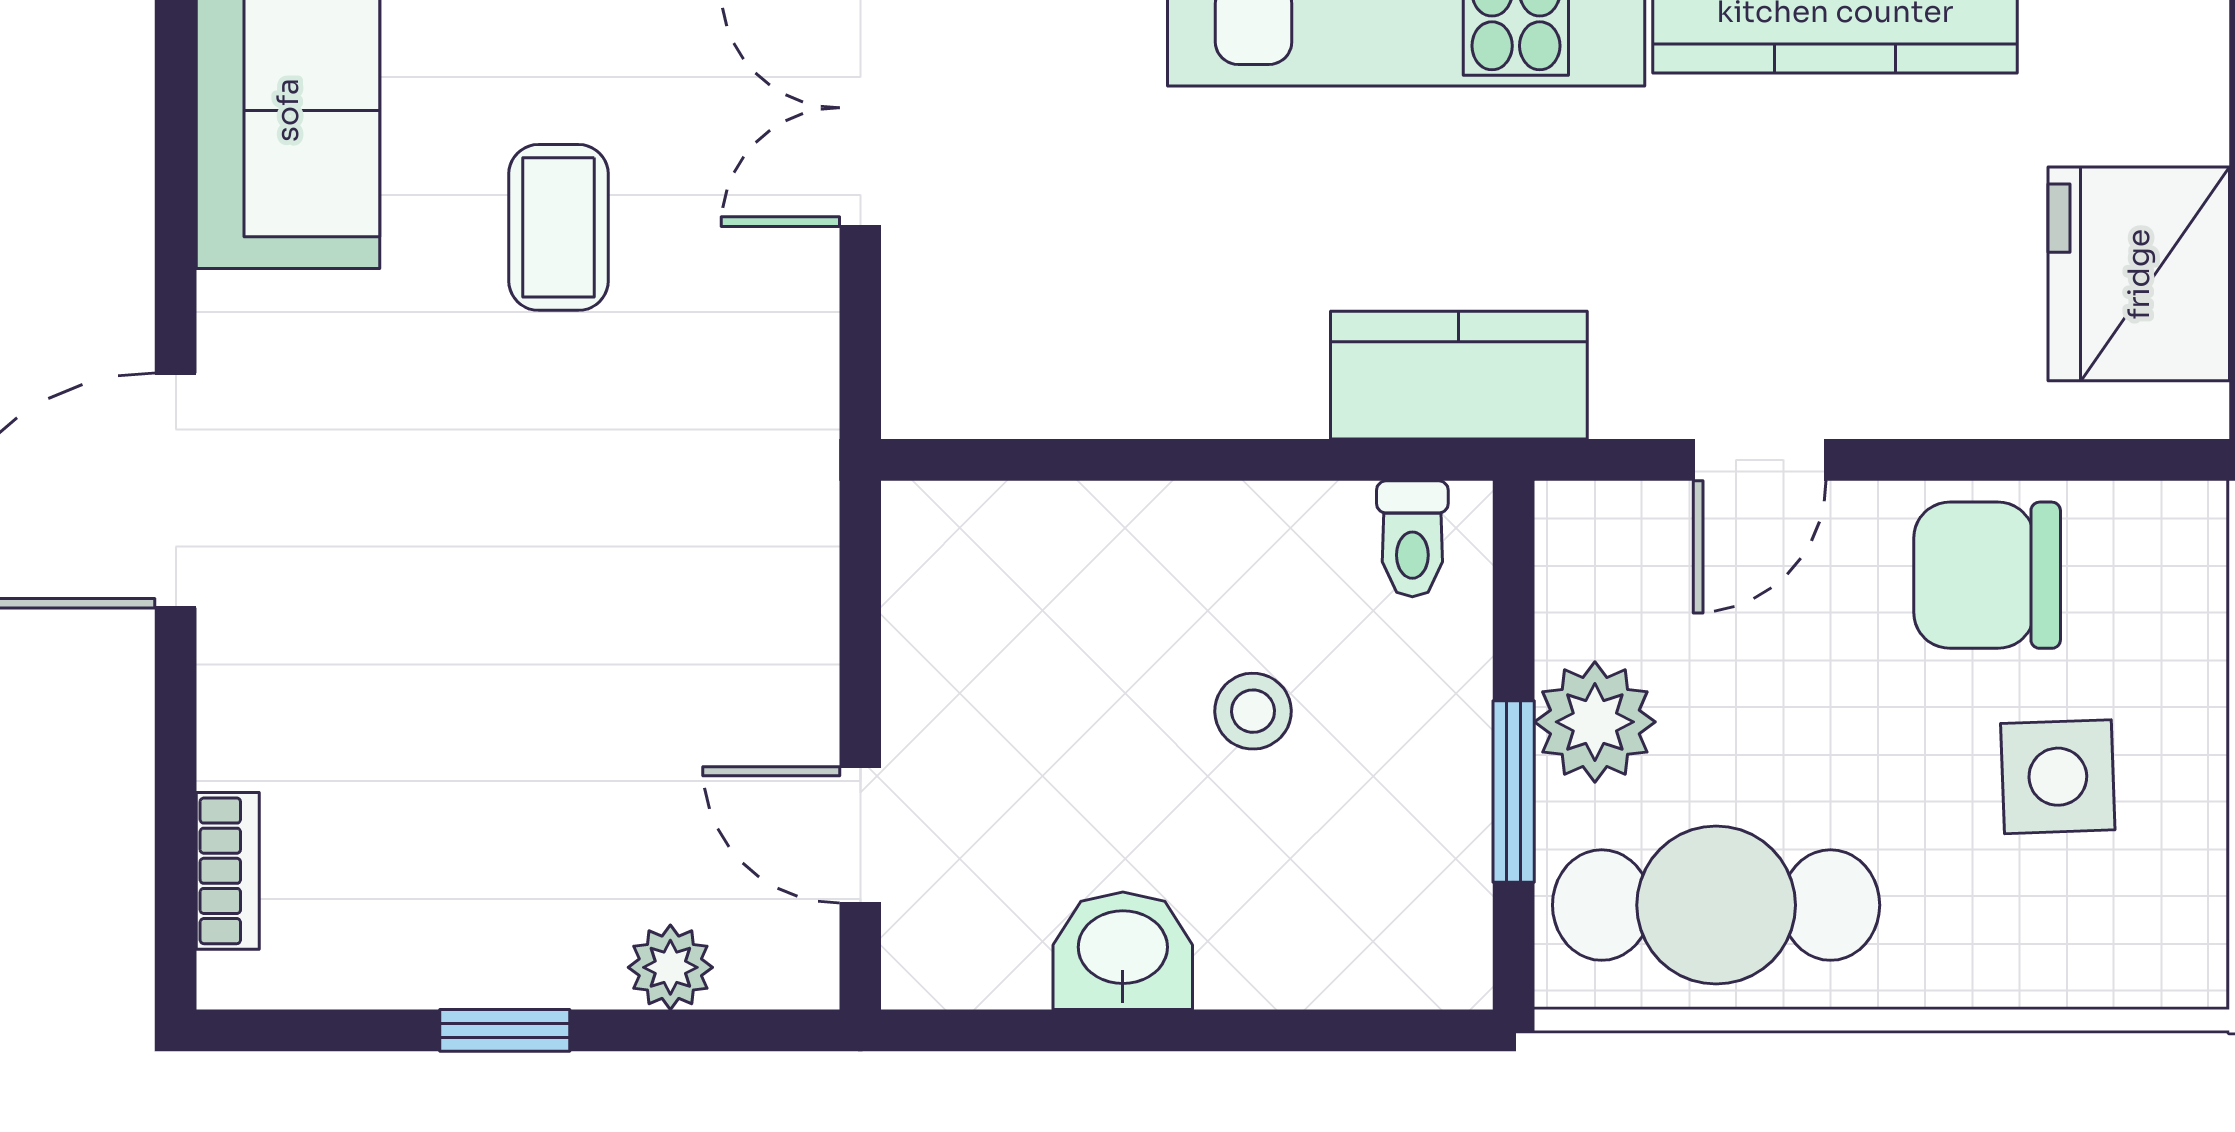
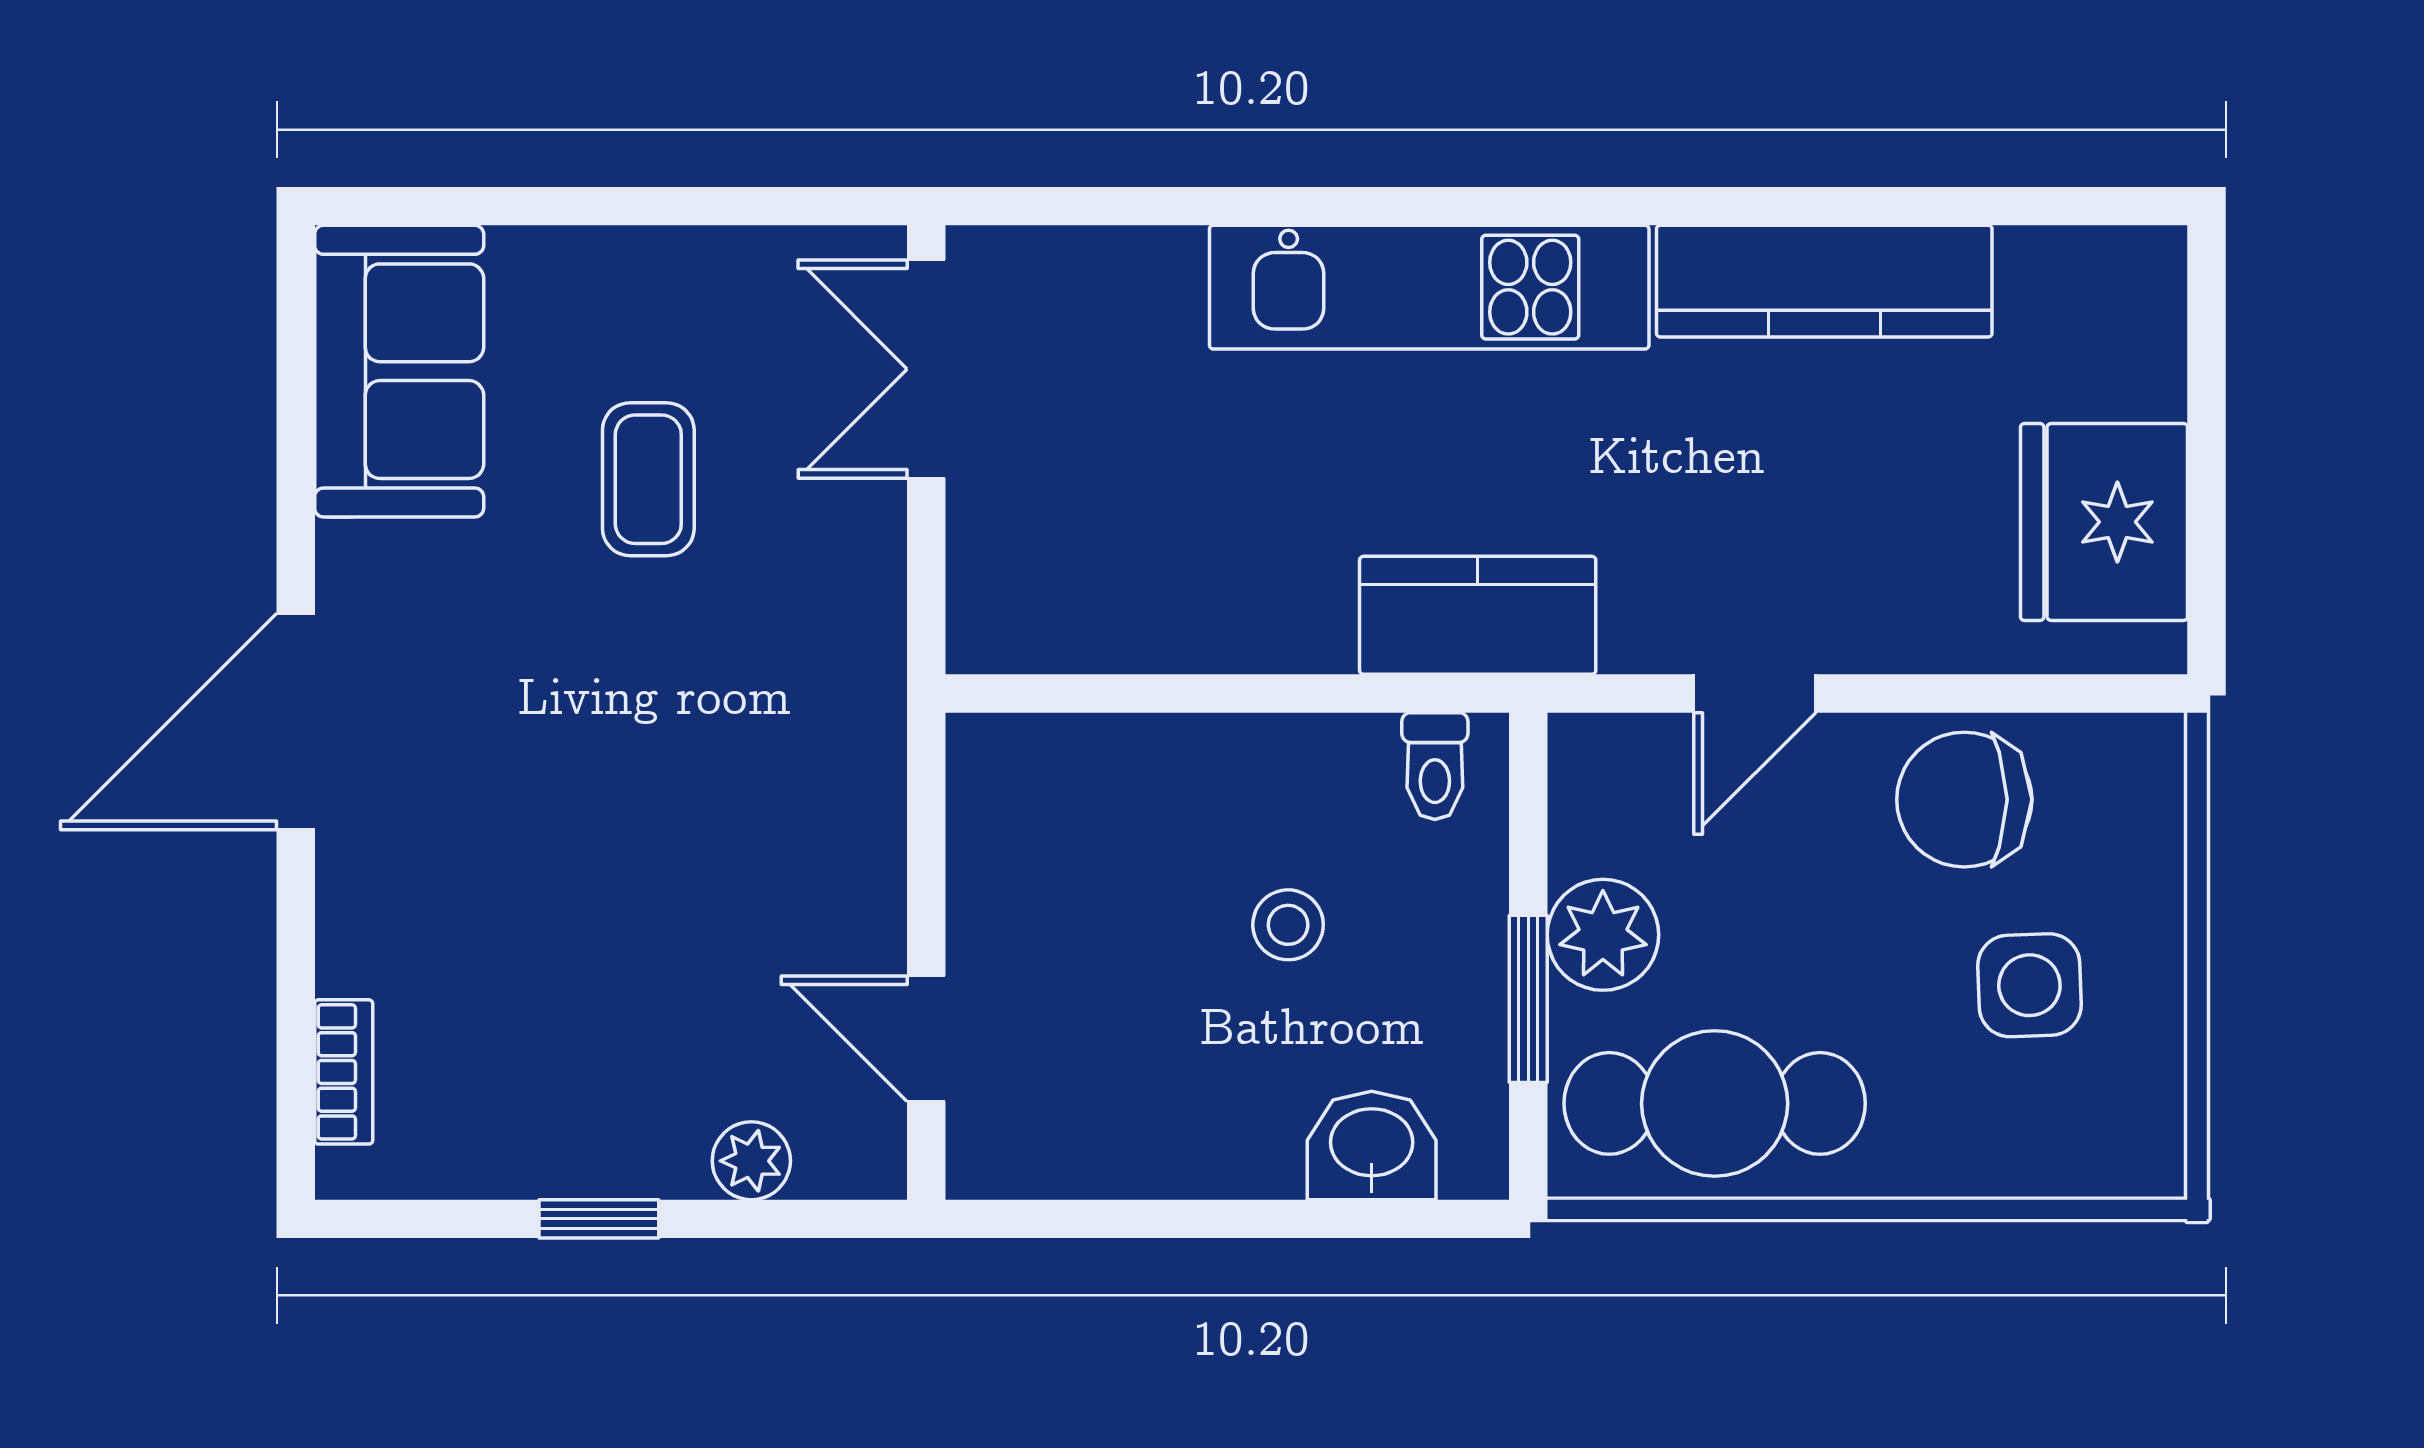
washbasin: (1123, 951) -> (1372, 1146), moved

